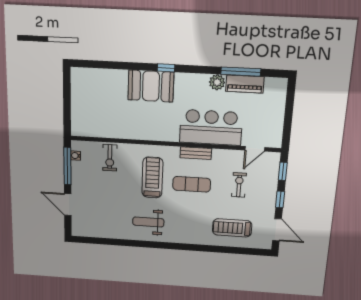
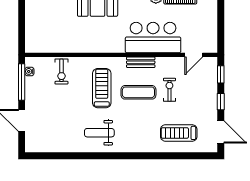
exercise bike: (239, 185) -> (169, 90), moved

